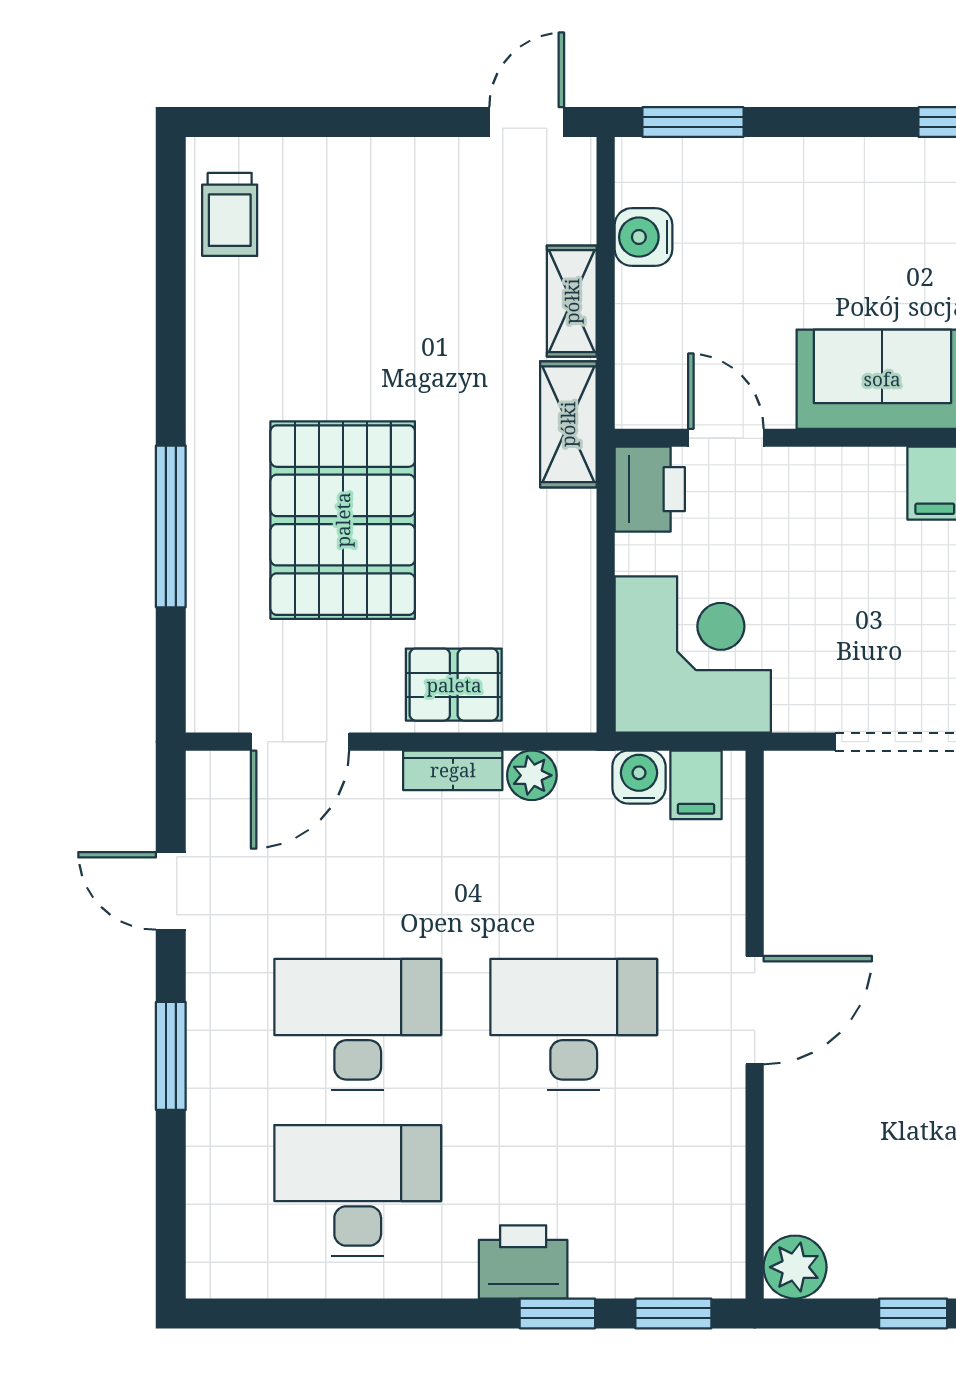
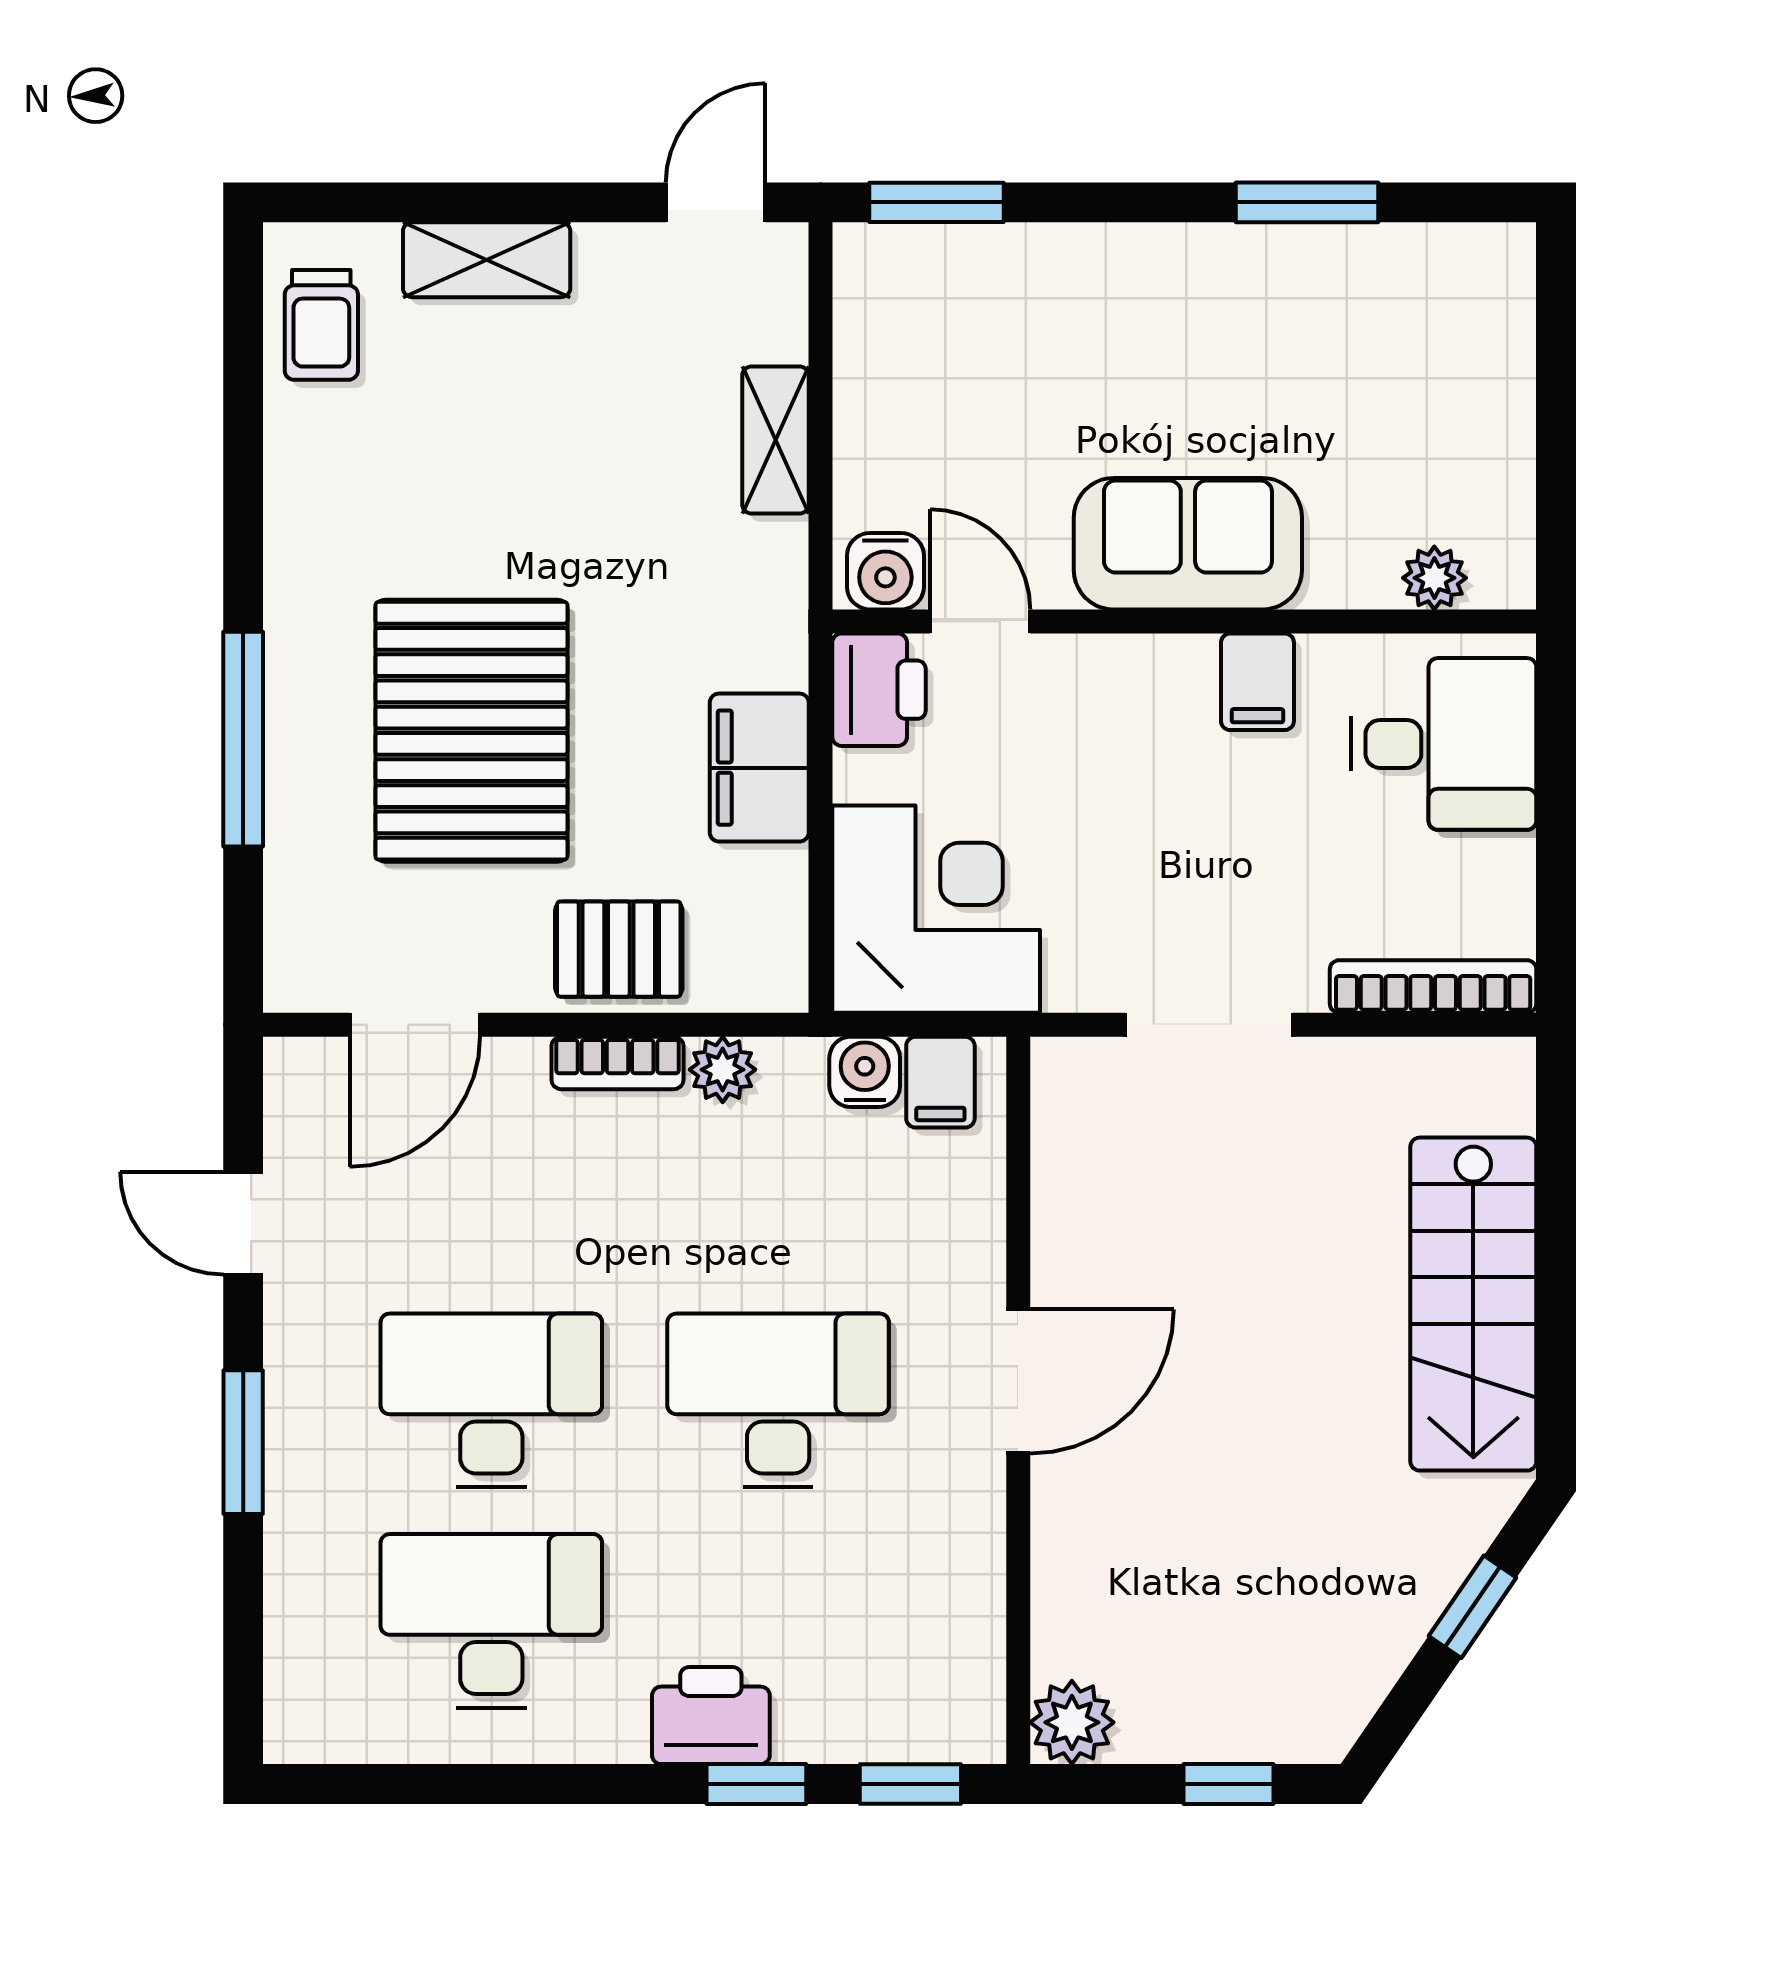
water cooler: (644, 237) -> (885, 571), moved, turned -90
shelving: (568, 424) -> (487, 260), moved, turned 90
filing cabinet: (560, 548) -> (759, 768), added

